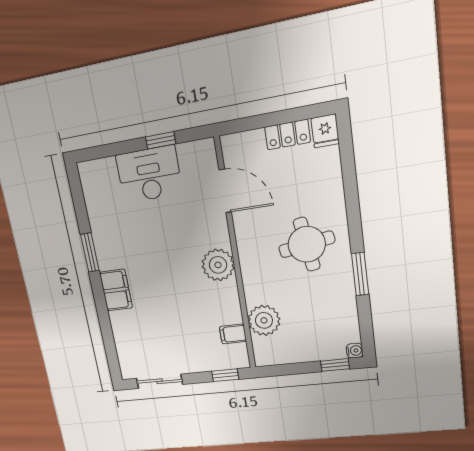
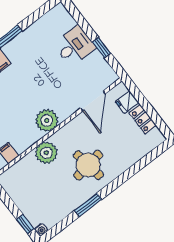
fridge: (325, 131) -> (127, 102), moved
desk: (149, 174) -> (75, 46), width x0.73
plant: (264, 320) -> (46, 153), moved

